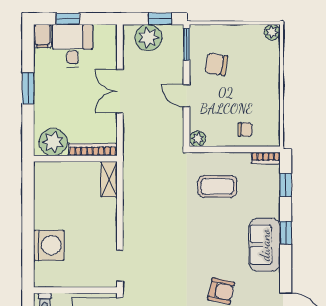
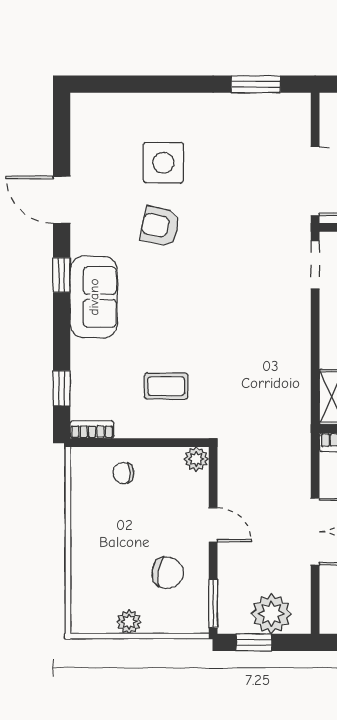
plant: (272, 32) -> (129, 622), moved
coffee table: (217, 186) -> (166, 386), width x0.73, depth x0.77
window: (286, 233) -> (62, 275), moved

